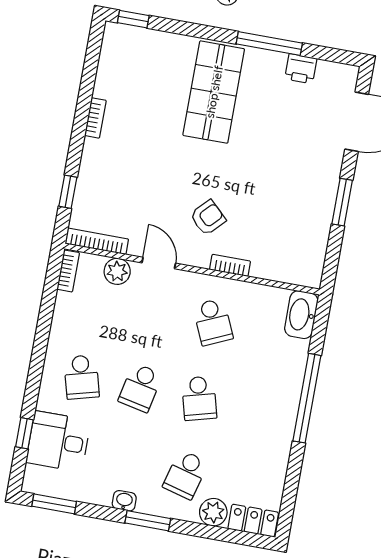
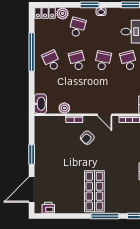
window: (269, 44) -> (105, 216), moved
printer: (301, 69) -> (48, 208), moved
plant: (117, 271) -> (64, 108), moved
school desk: (213, 322) -> (51, 61), moved
window: (307, 398) -> (32, 52), moved

